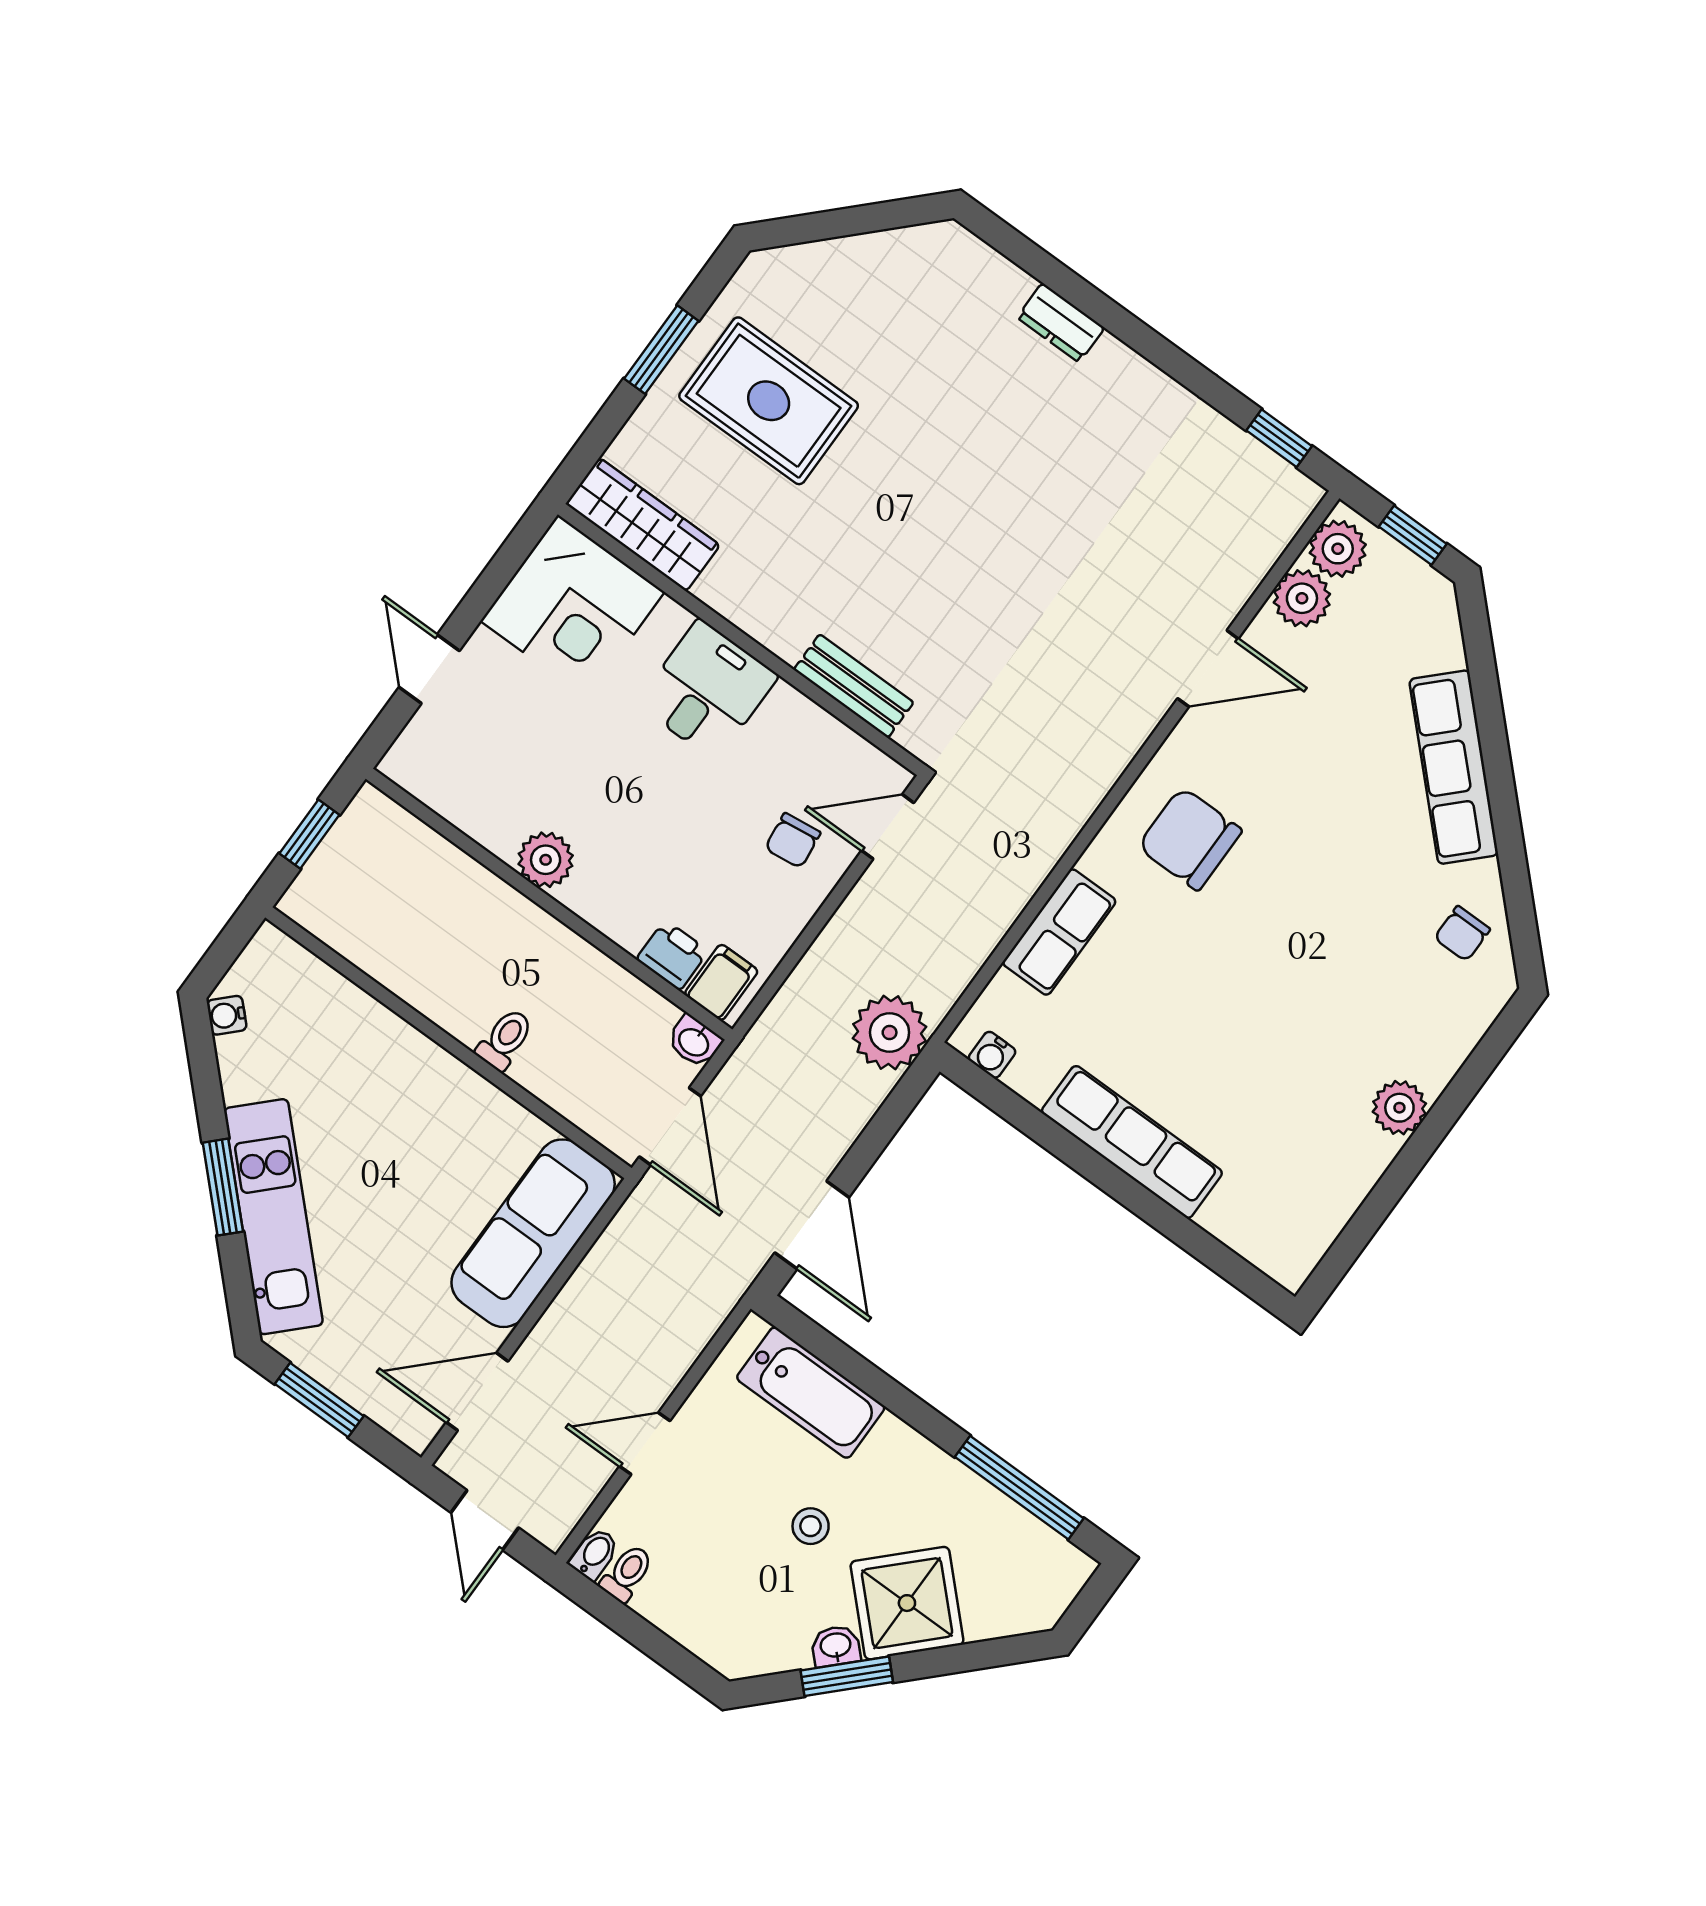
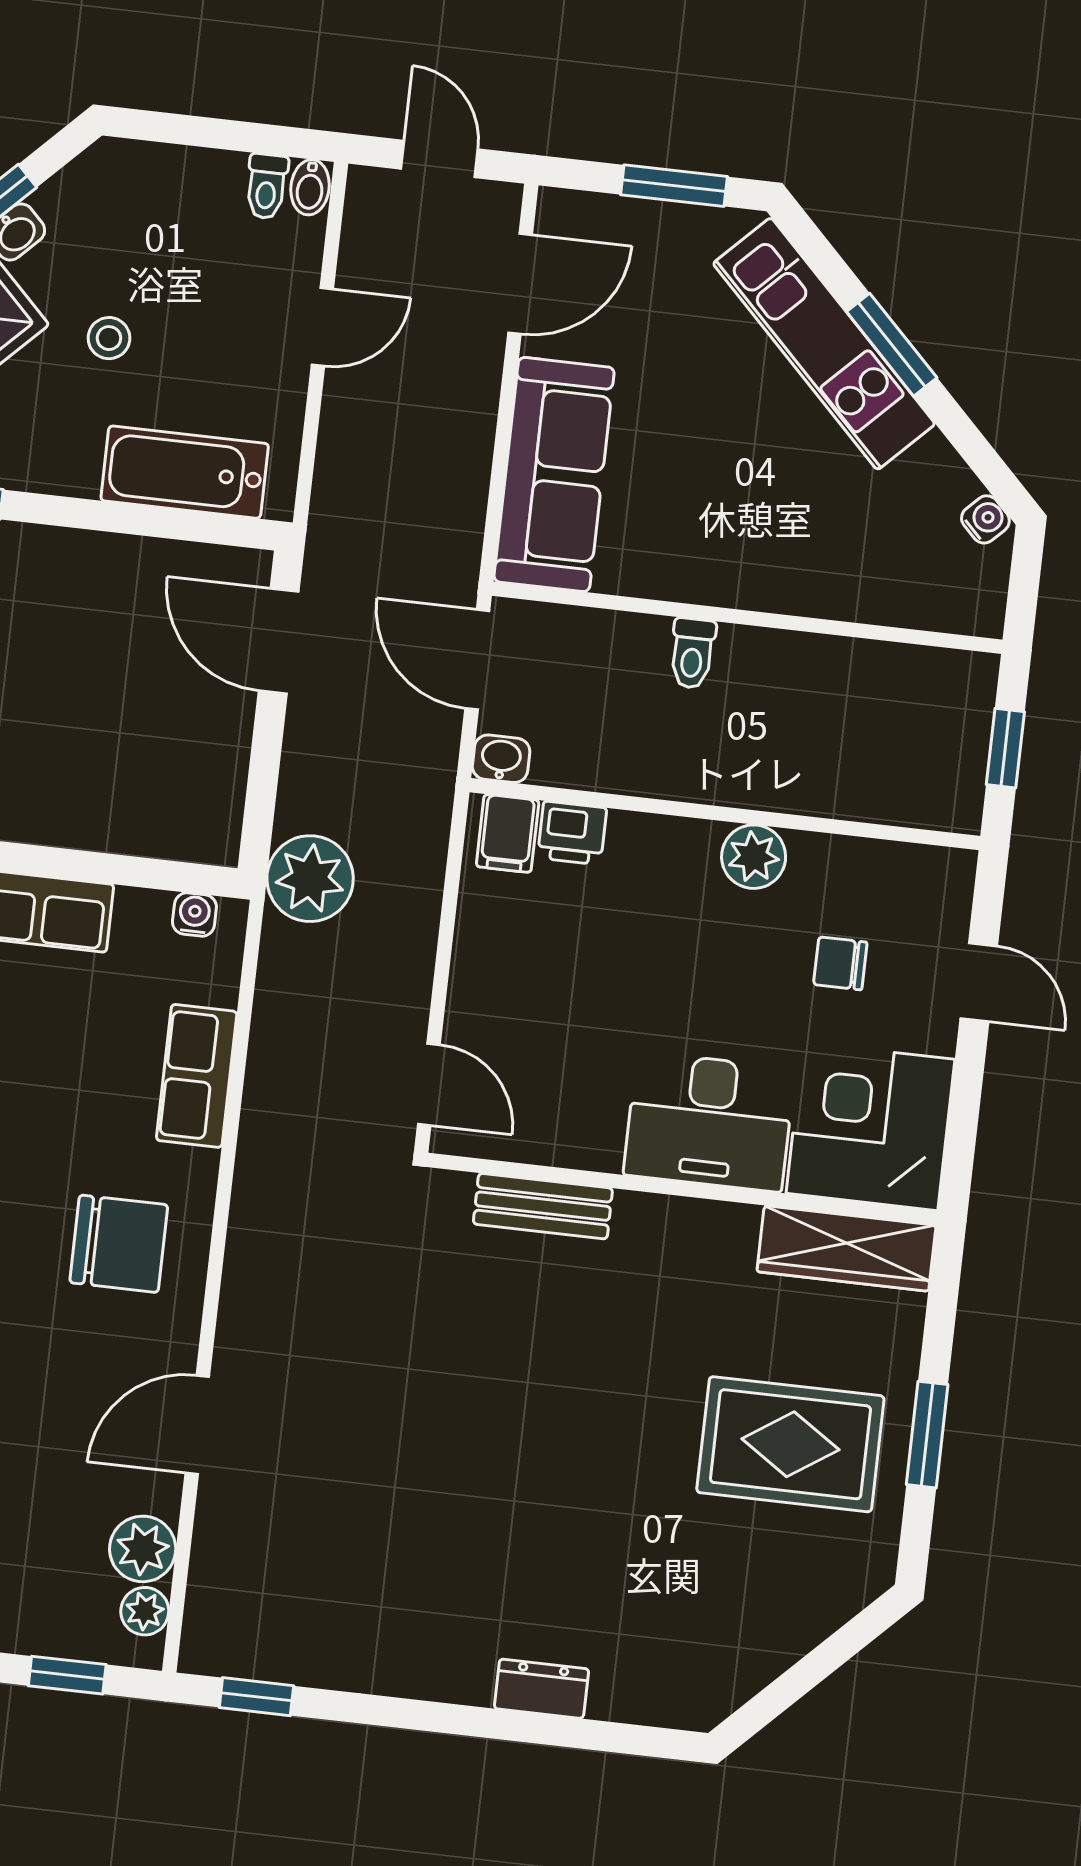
plant: (1338, 549) -> (145, 1611), width x0.73, depth x0.73
desk: (707, 690) -> (709, 1122), width x1.37
door: (888, 827) -> (429, 1084), hinge flipped
chair: (793, 841) -> (840, 963), moved, turned -83

